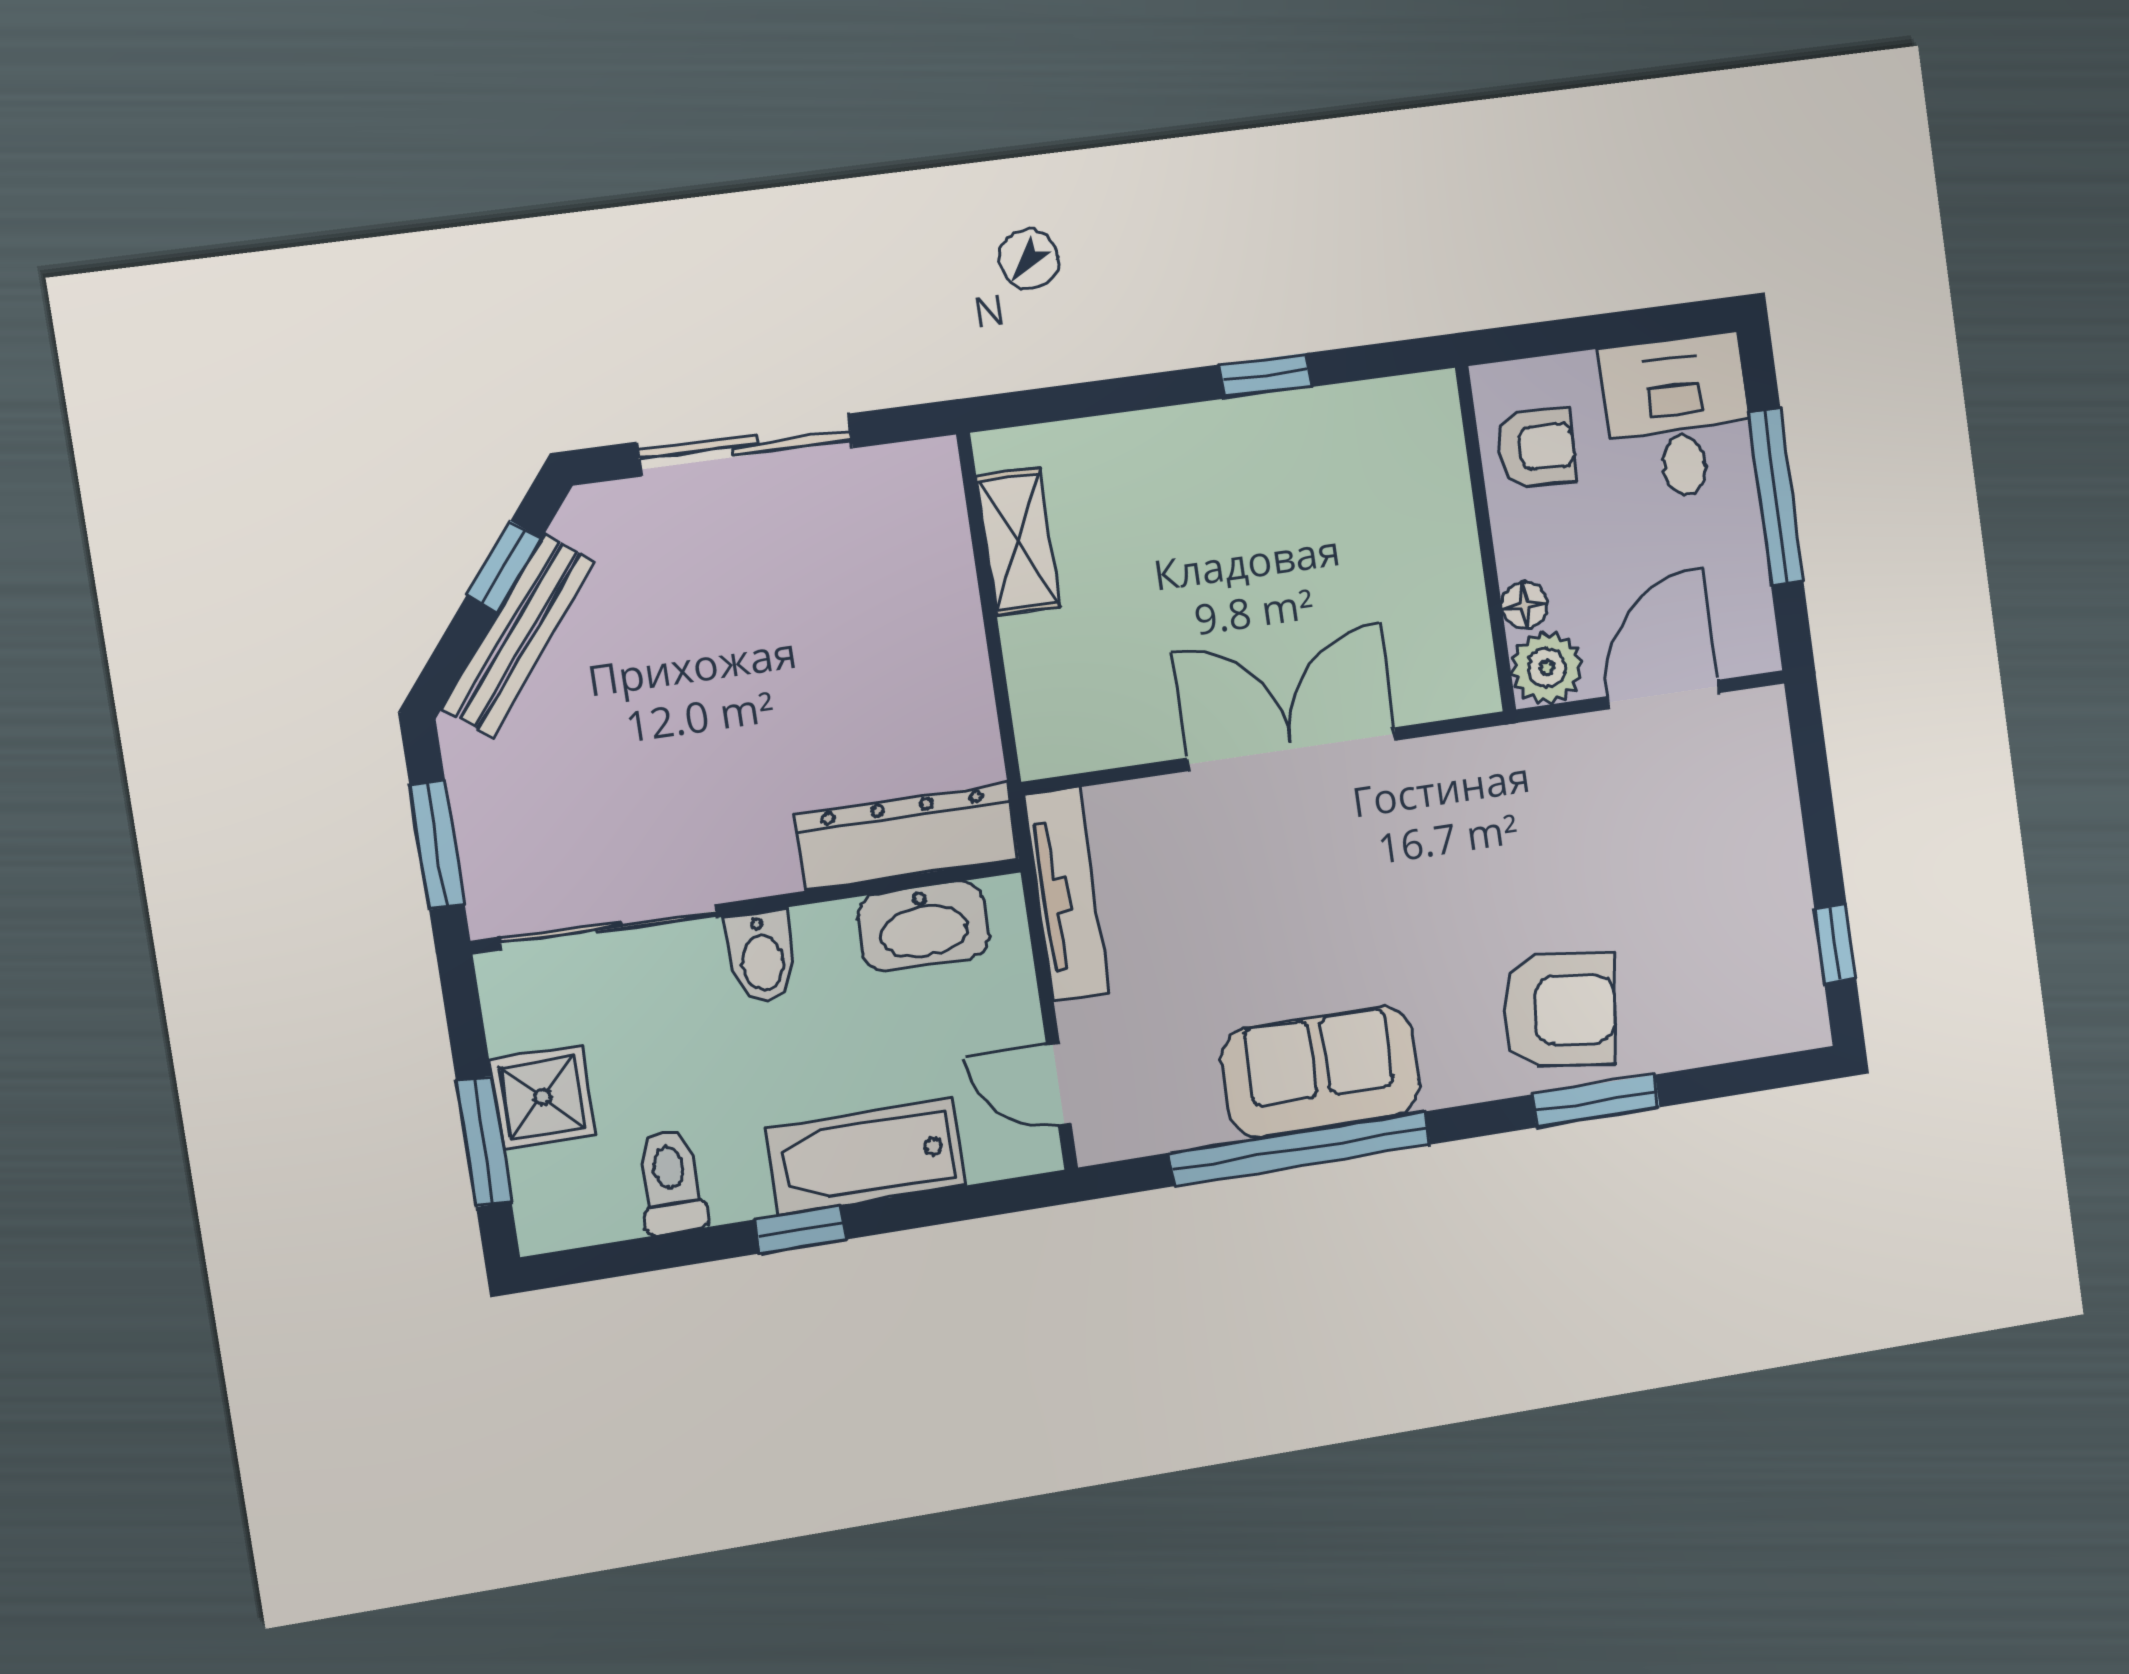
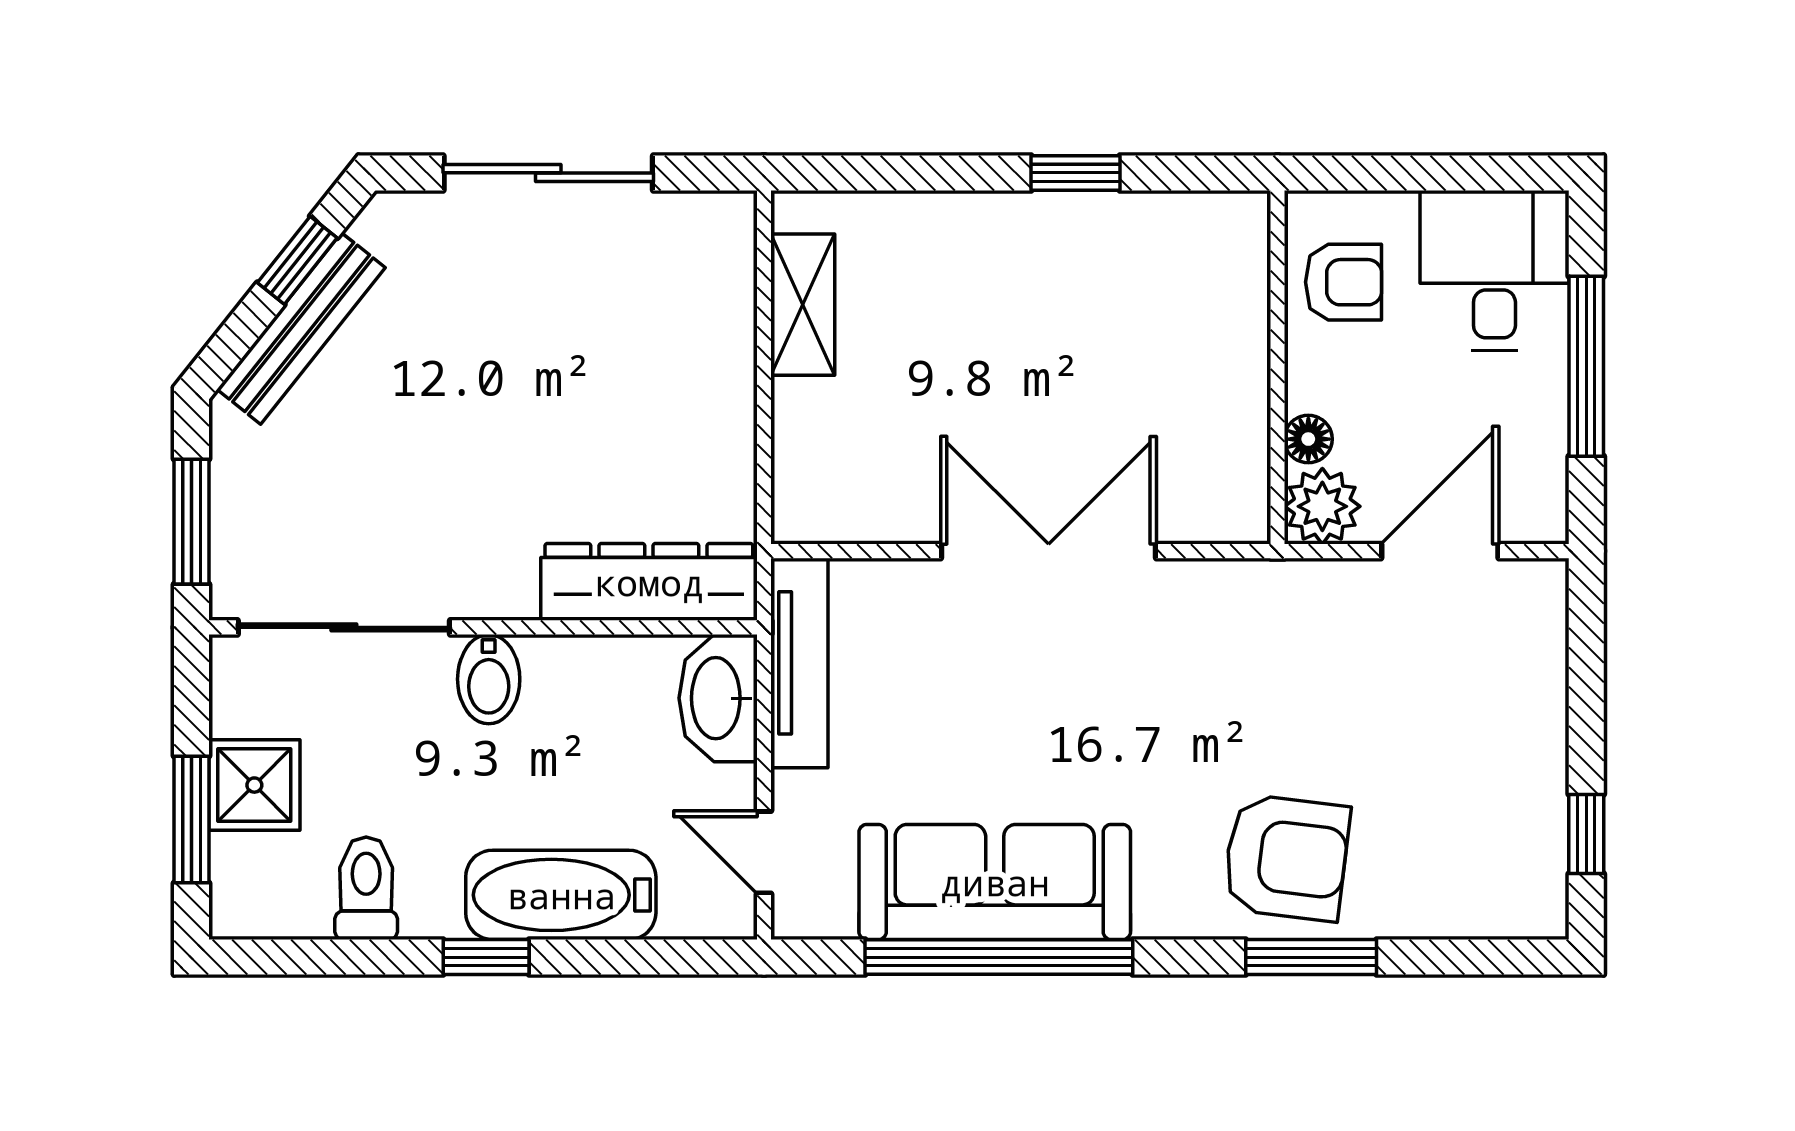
washbasin: (923, 926) -> (718, 698), moved, turned 90
sofa: (1320, 1072) -> (995, 882), width x1.36

